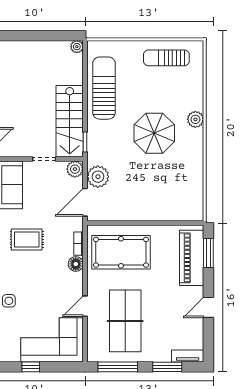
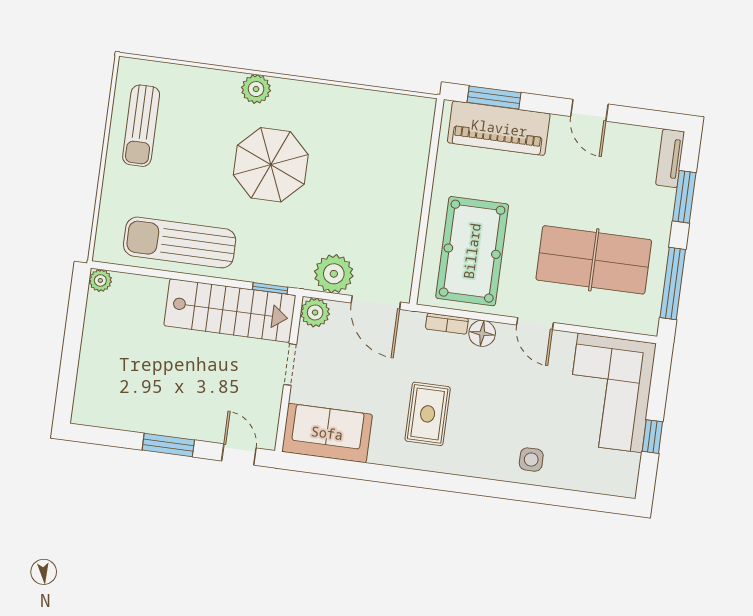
door: (85, 306) -> (535, 324), moved

